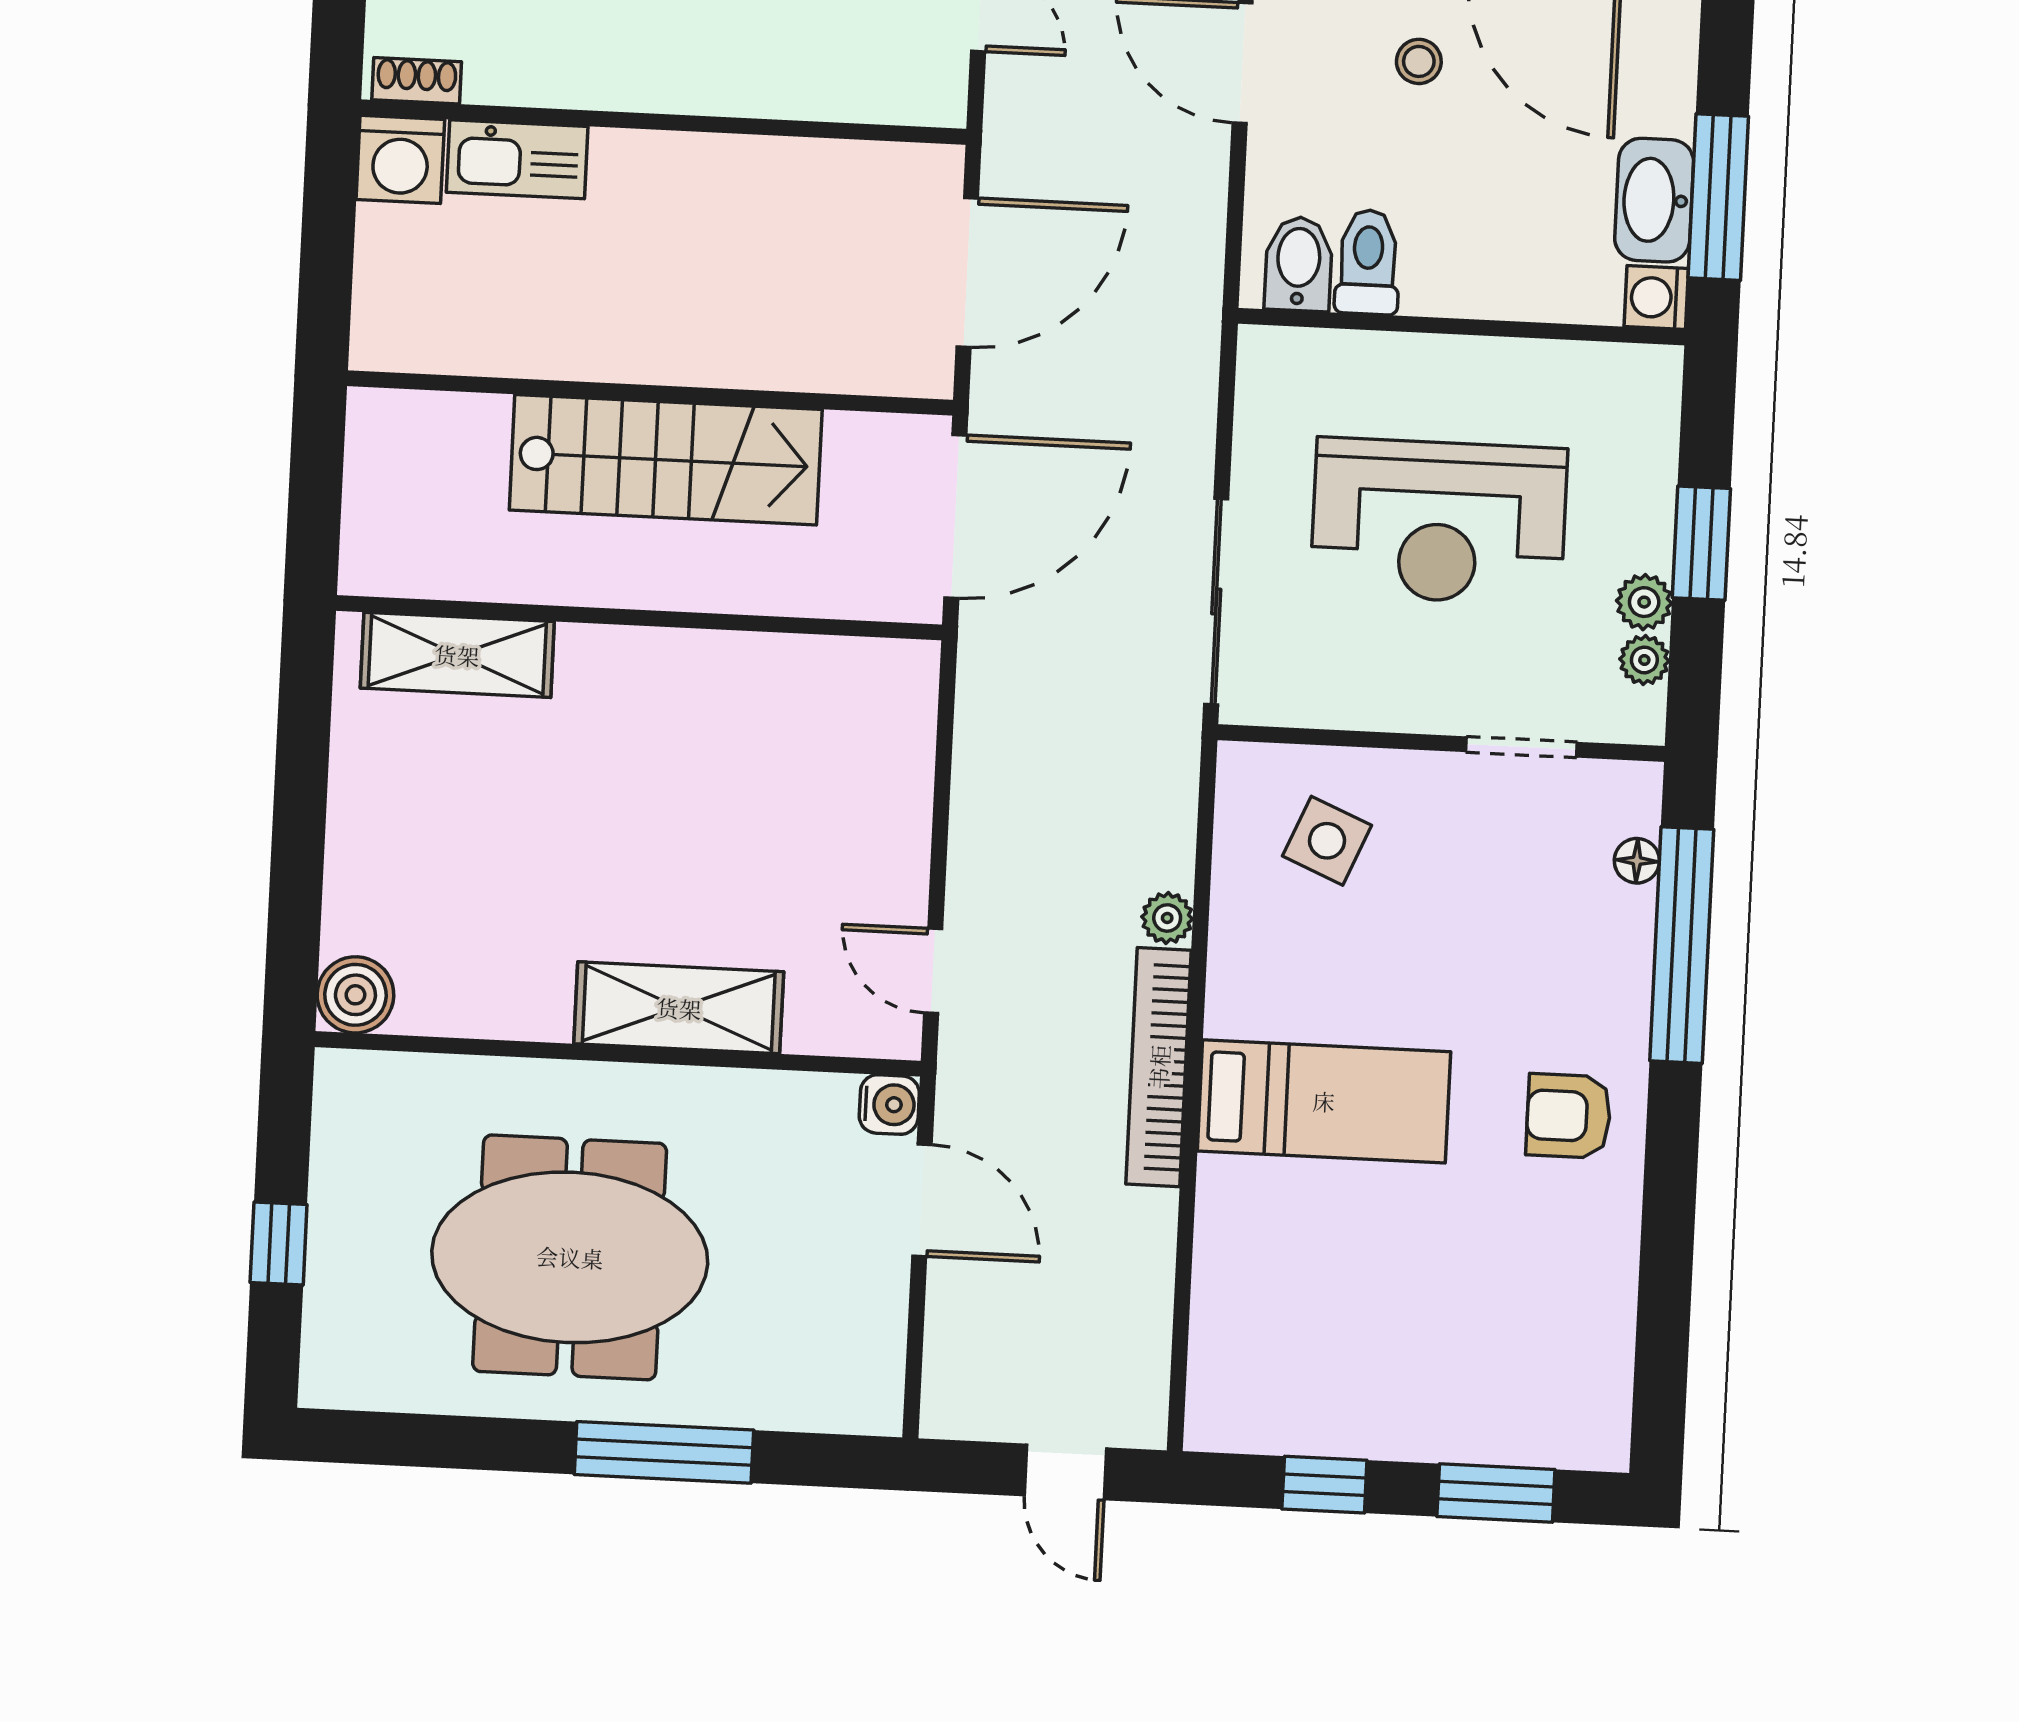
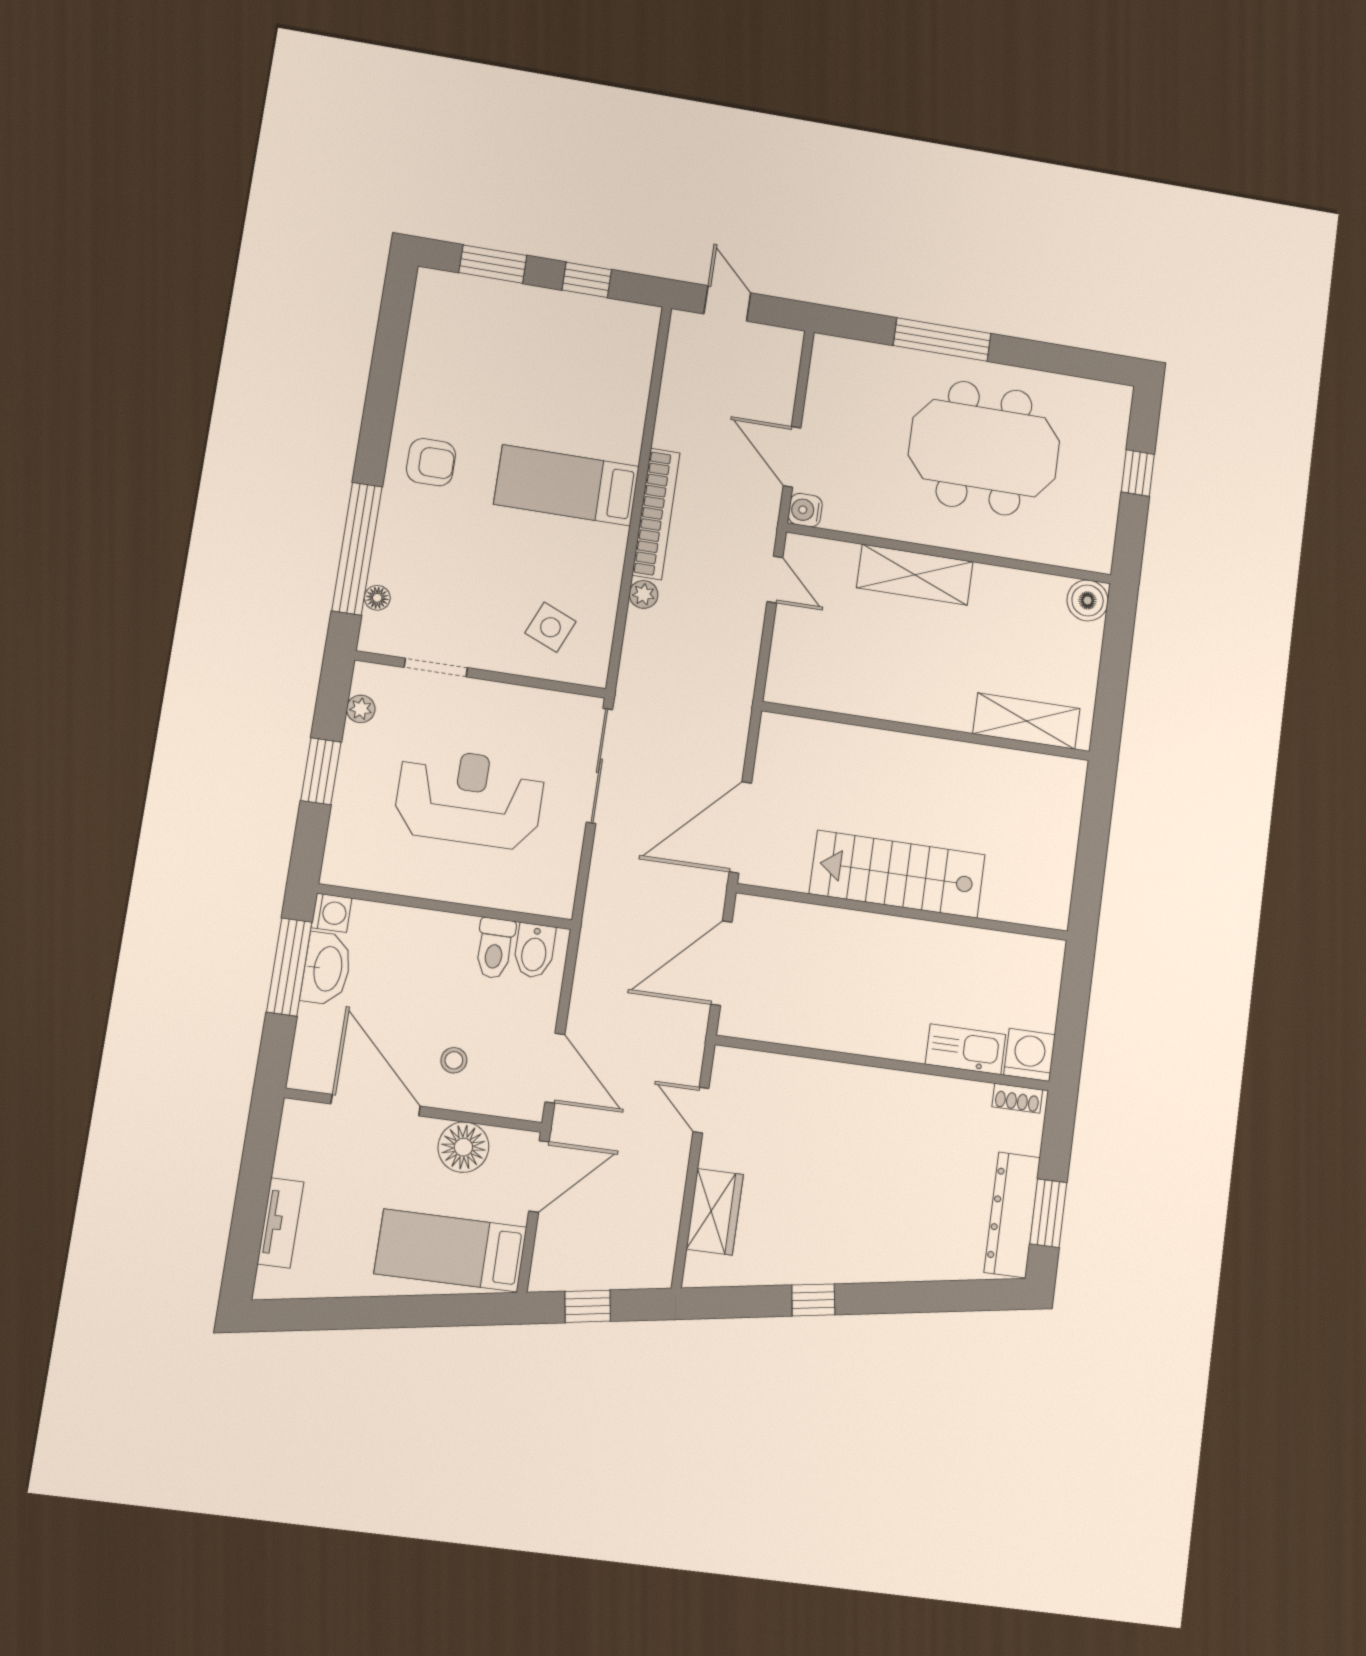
plant: (1644, 602) -> (357, 741), removed
wall: (639, 618) -> (927, 731), moved
shelving: (457, 655) -> (1026, 721), moved

